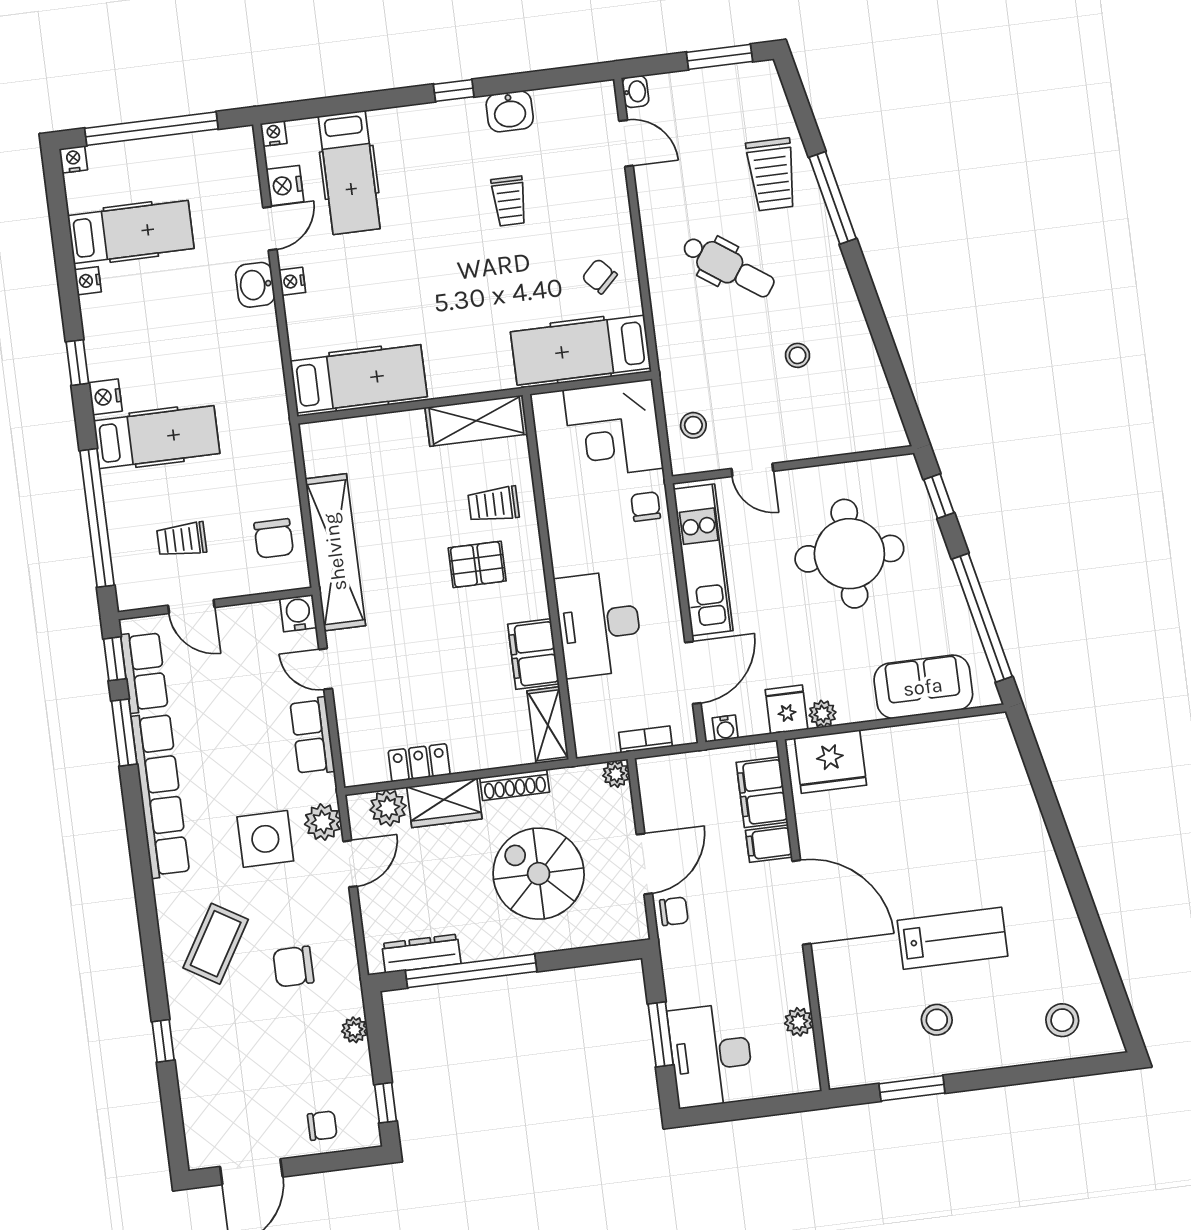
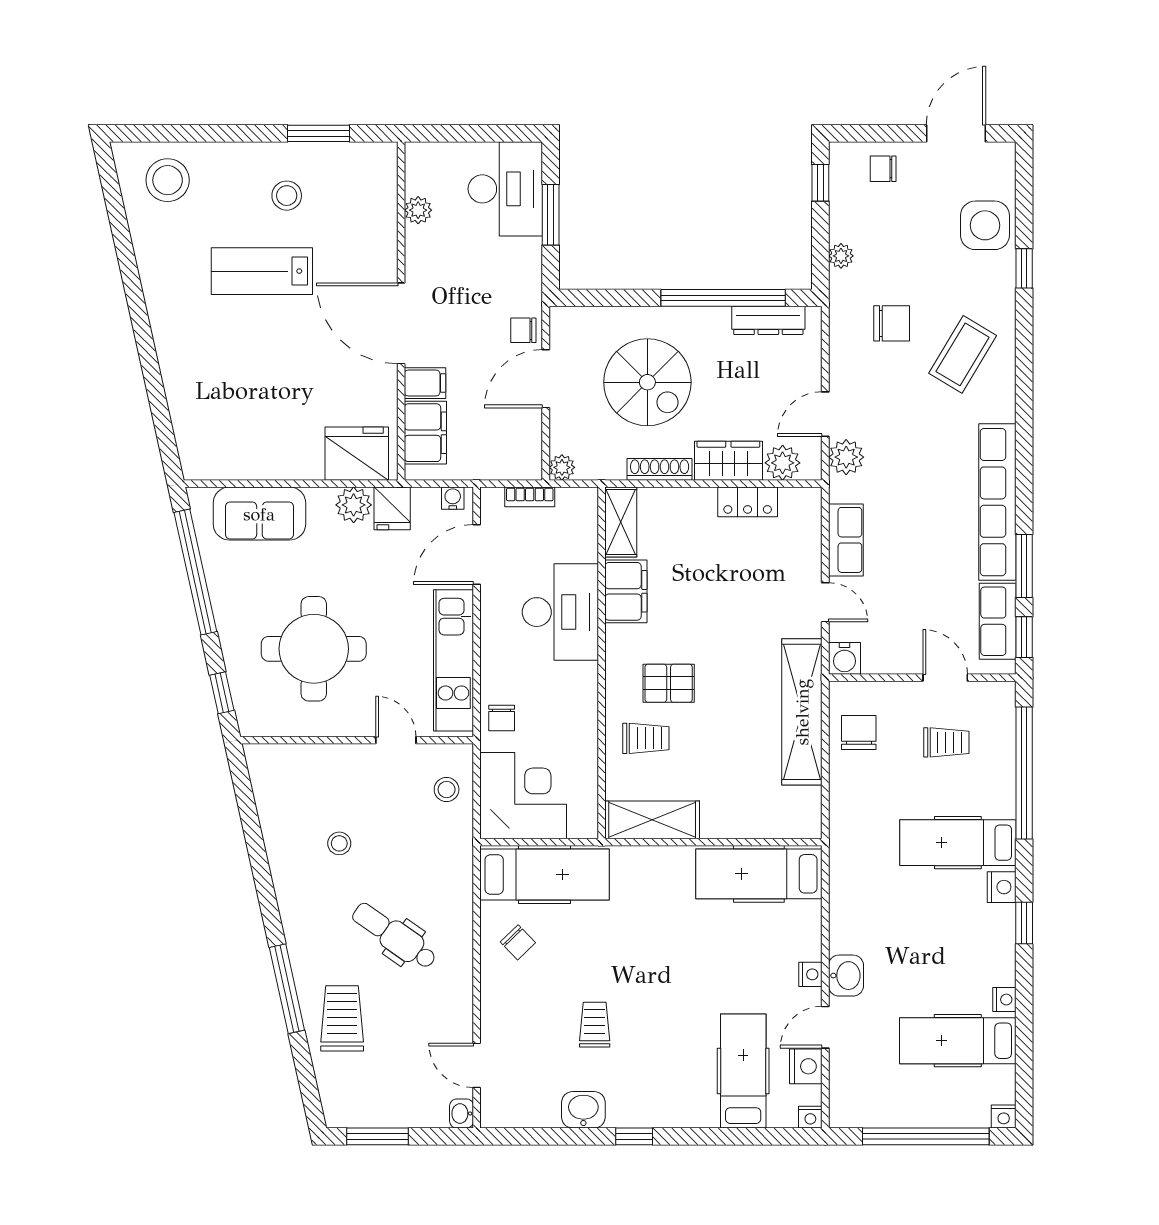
plant: (823, 714) -> (354, 505), width x1.38, depth x1.38
side table: (265, 839) -> (985, 225), moved
stool: (1062, 1020) -> (168, 180), width x1.38, depth x1.38

